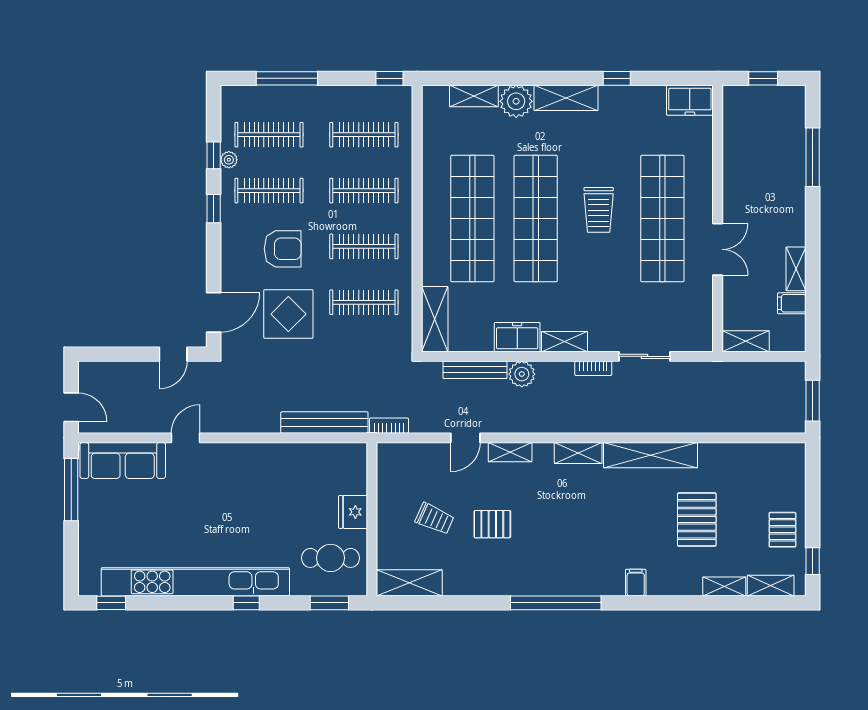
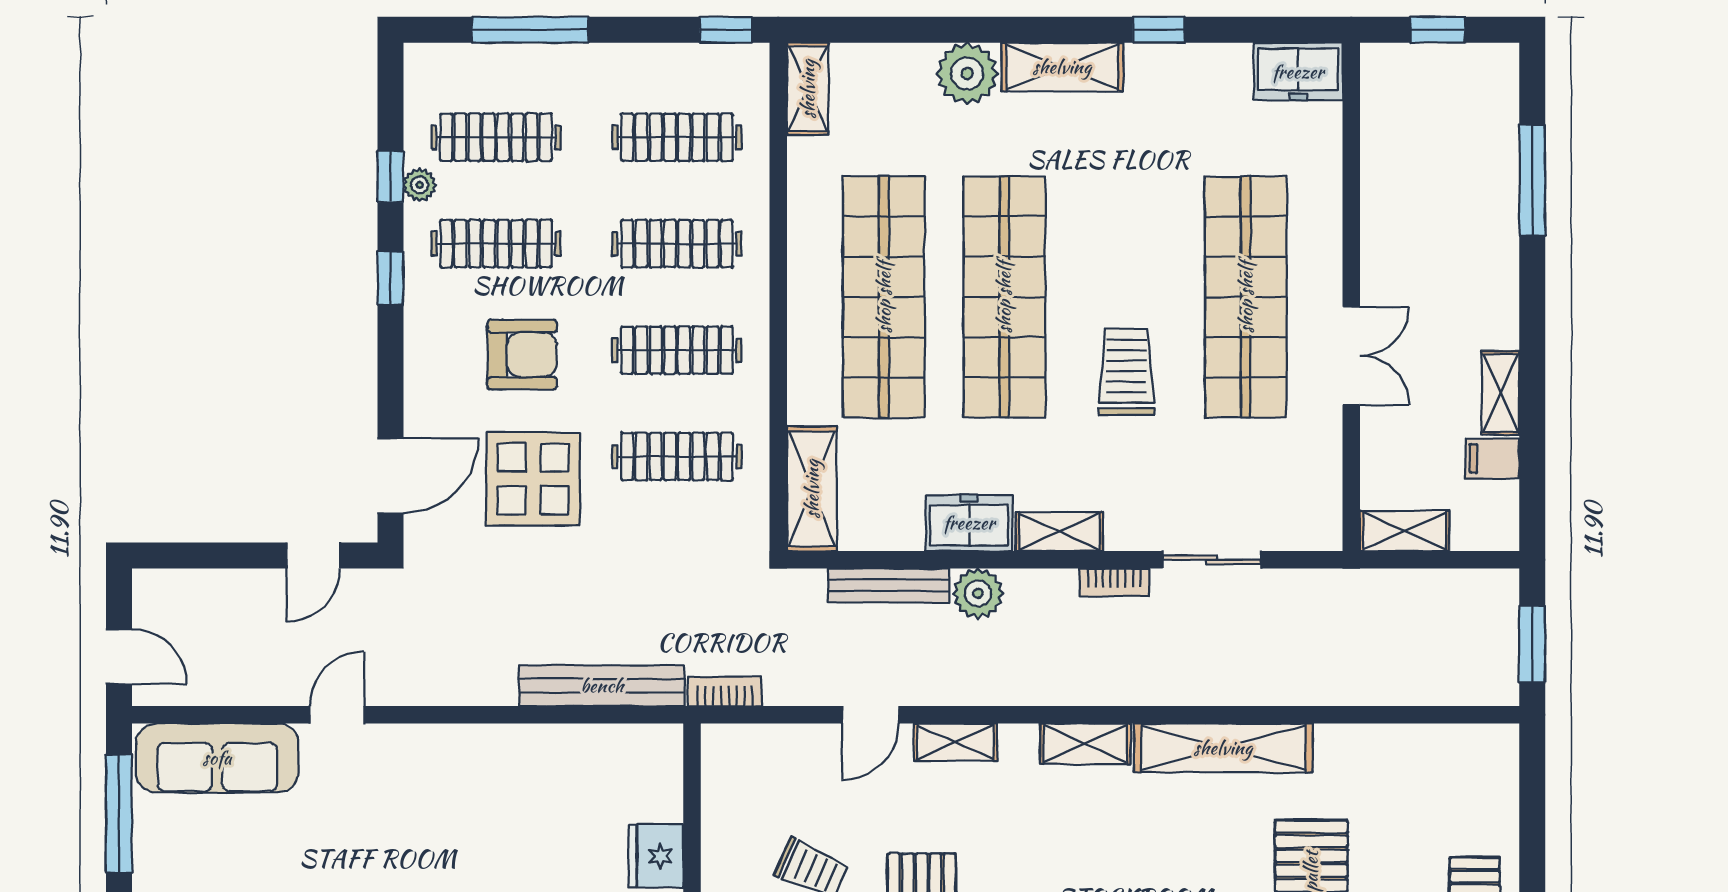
shelving: (474, 96) -> (808, 89), moved, turned 90
trolley: (599, 210) -> (1126, 372), moved, turned 180

